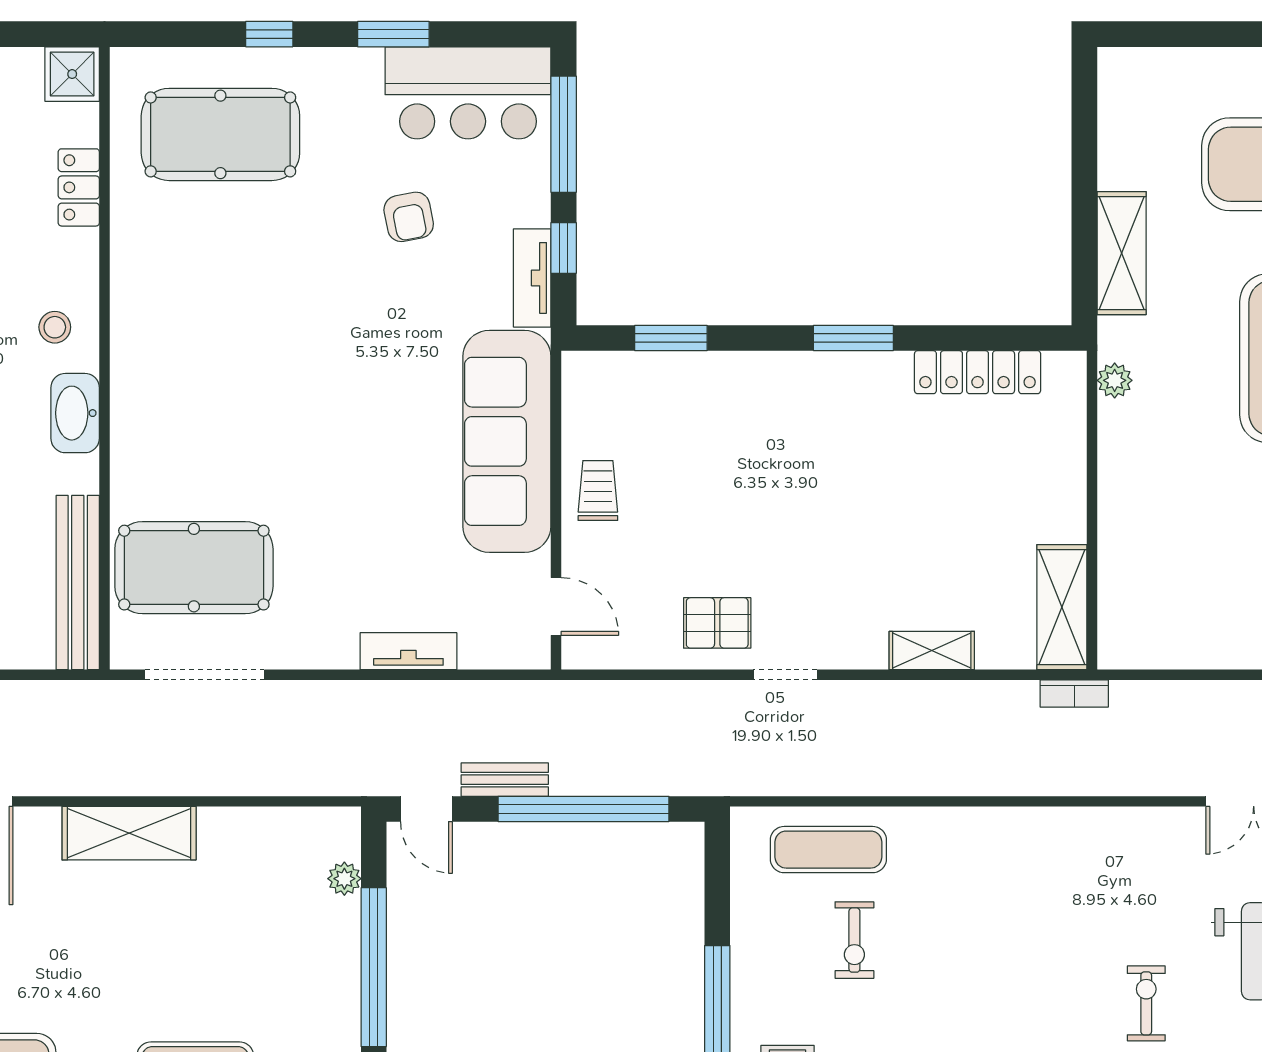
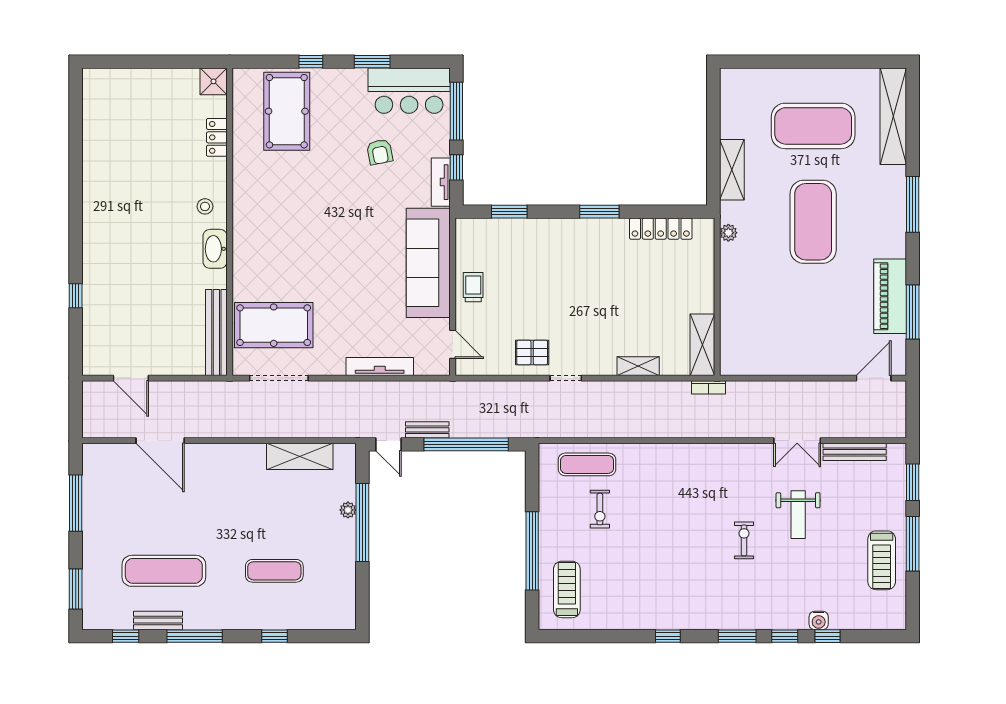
pool table: (220, 134) -> (287, 111), turned 90
tv unit: (408, 651) -> (380, 366), width x1.41
shelving: (129, 833) -> (300, 456), moved
plant: (344, 879) -> (348, 510), moved

